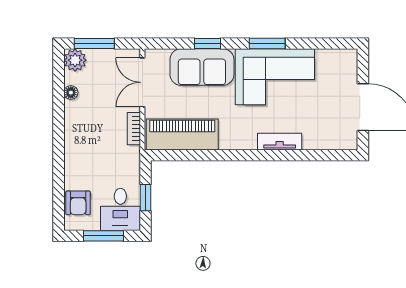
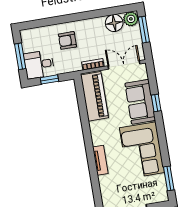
window: (267, 43) -> (169, 178), moved
floor lamp: (71, 93) -> (114, 23), width x1.89, depth x1.89
armchair: (78, 203) -> (67, 40), moved

